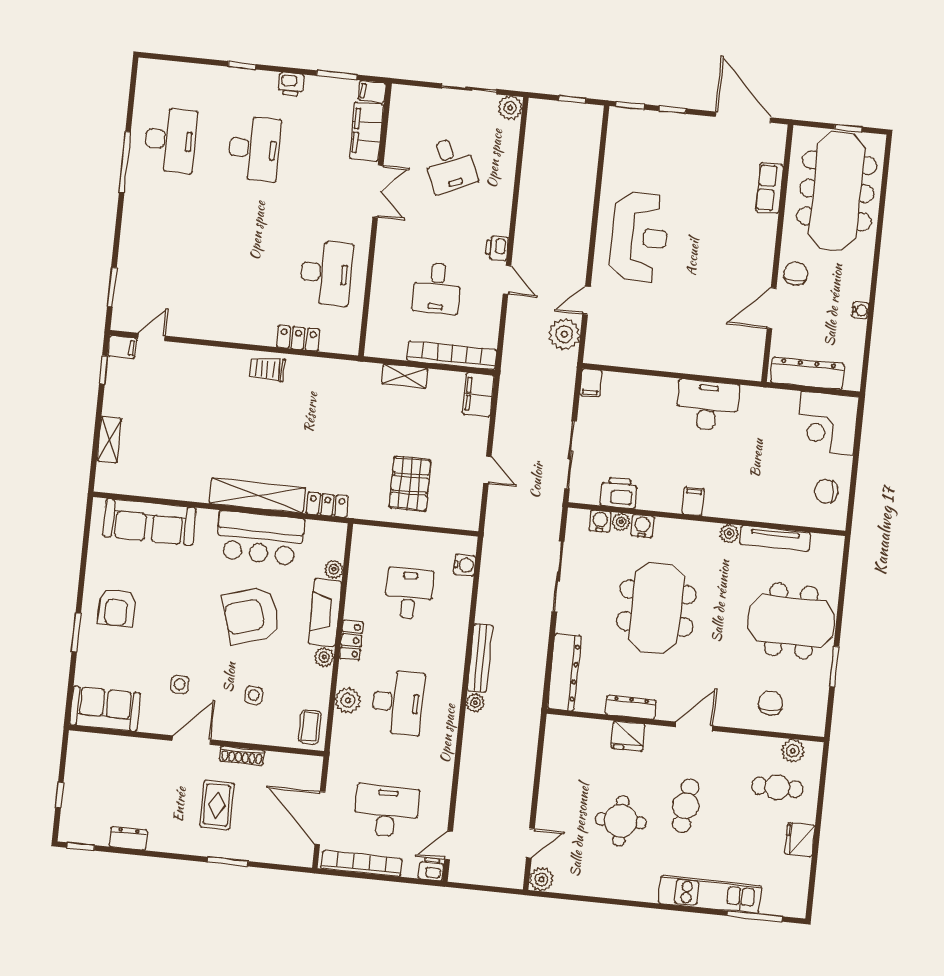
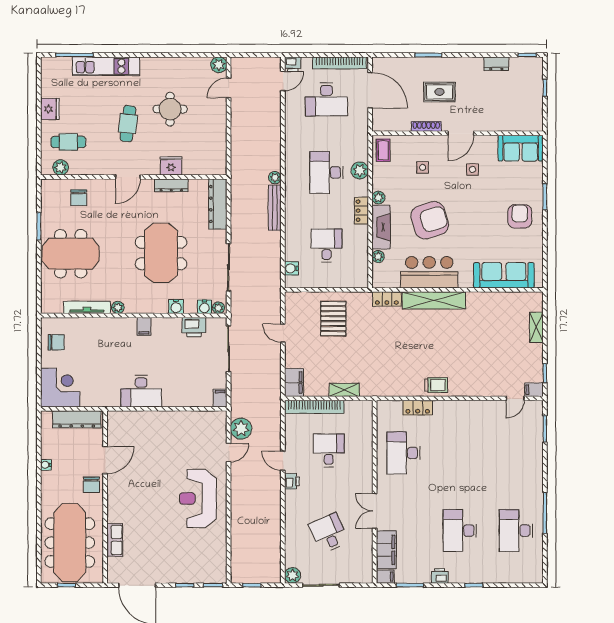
plant: (621, 522) -> (218, 308), moved
desk: (409, 594) -> (326, 245), turned 180
rug: (217, 805) -> (440, 92), turned 90

